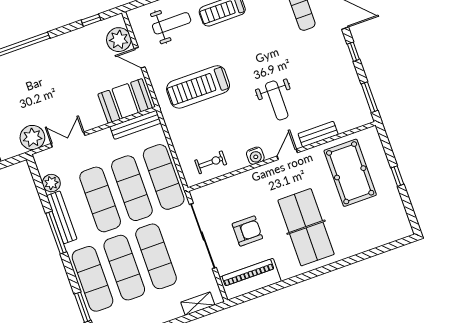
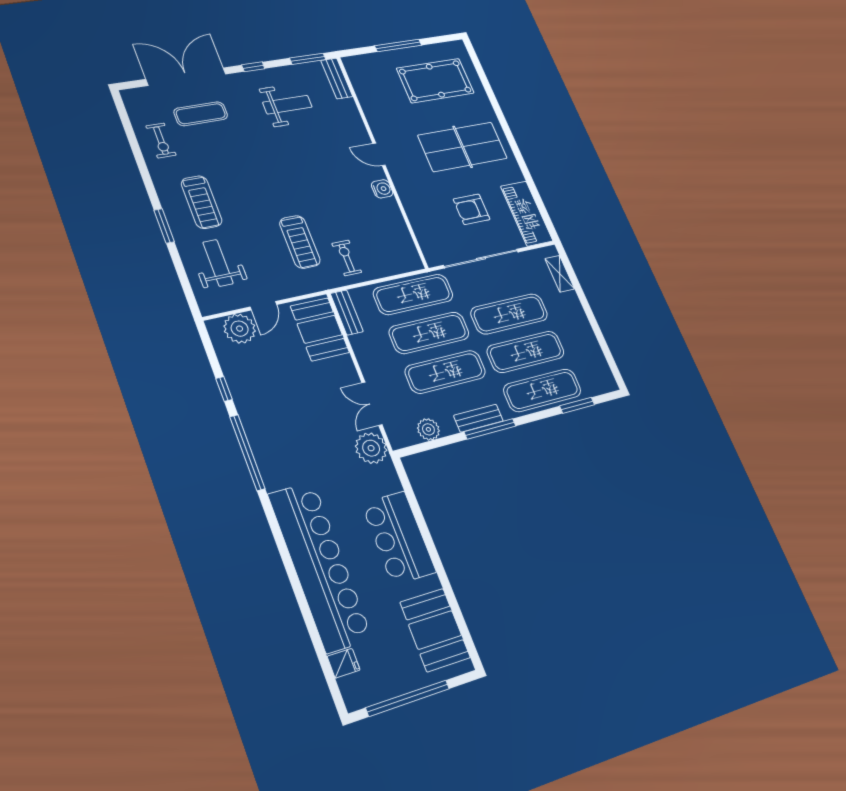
window: (91, 20) -> (224, 389), moved
treadmill: (198, 87) -> (300, 242), width x0.73, depth x0.73
weight bench: (277, 100) -> (287, 105), moved
bench: (135, 125) -> (347, 312), width x0.73
bench: (318, 134) -> (337, 78), moved
exercise bike: (211, 162) -> (347, 258), moved
pool table: (350, 173) -> (435, 81), moved
window: (397, 176) -> (398, 45), width x2.17
bench: (62, 217) -> (478, 418), width x0.73
armchair: (247, 231) -> (472, 209), turned -90

